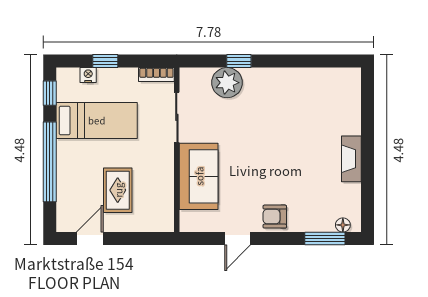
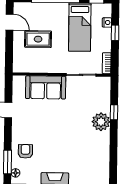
plant: (227, 83) -> (101, 122), moved
armchair: (275, 217) -> (25, 151), moved

